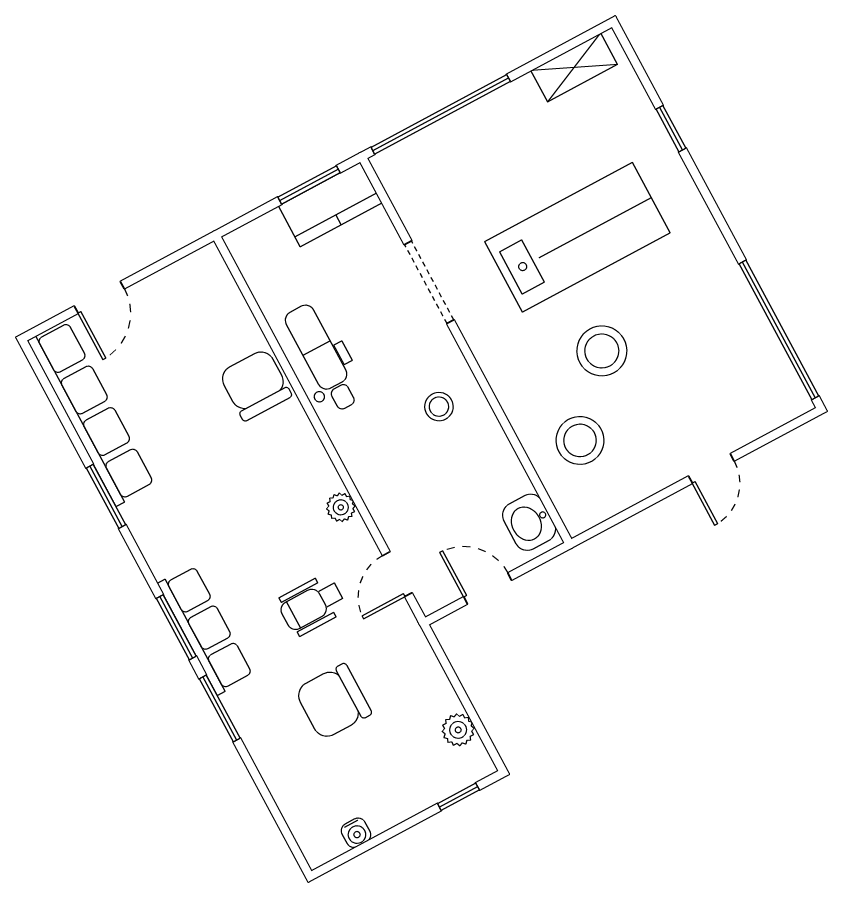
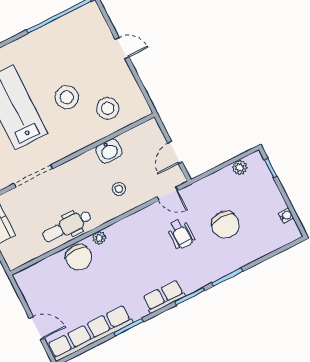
chair: (255, 385) -> (79, 257), turned -90
stool: (439, 407) -> (119, 189), moved
plant: (341, 507) -> (99, 238), moved
washbasin: (529, 522) -> (109, 151), moved
row of seats: (205, 630) -> (164, 297), moved, width x0.68

